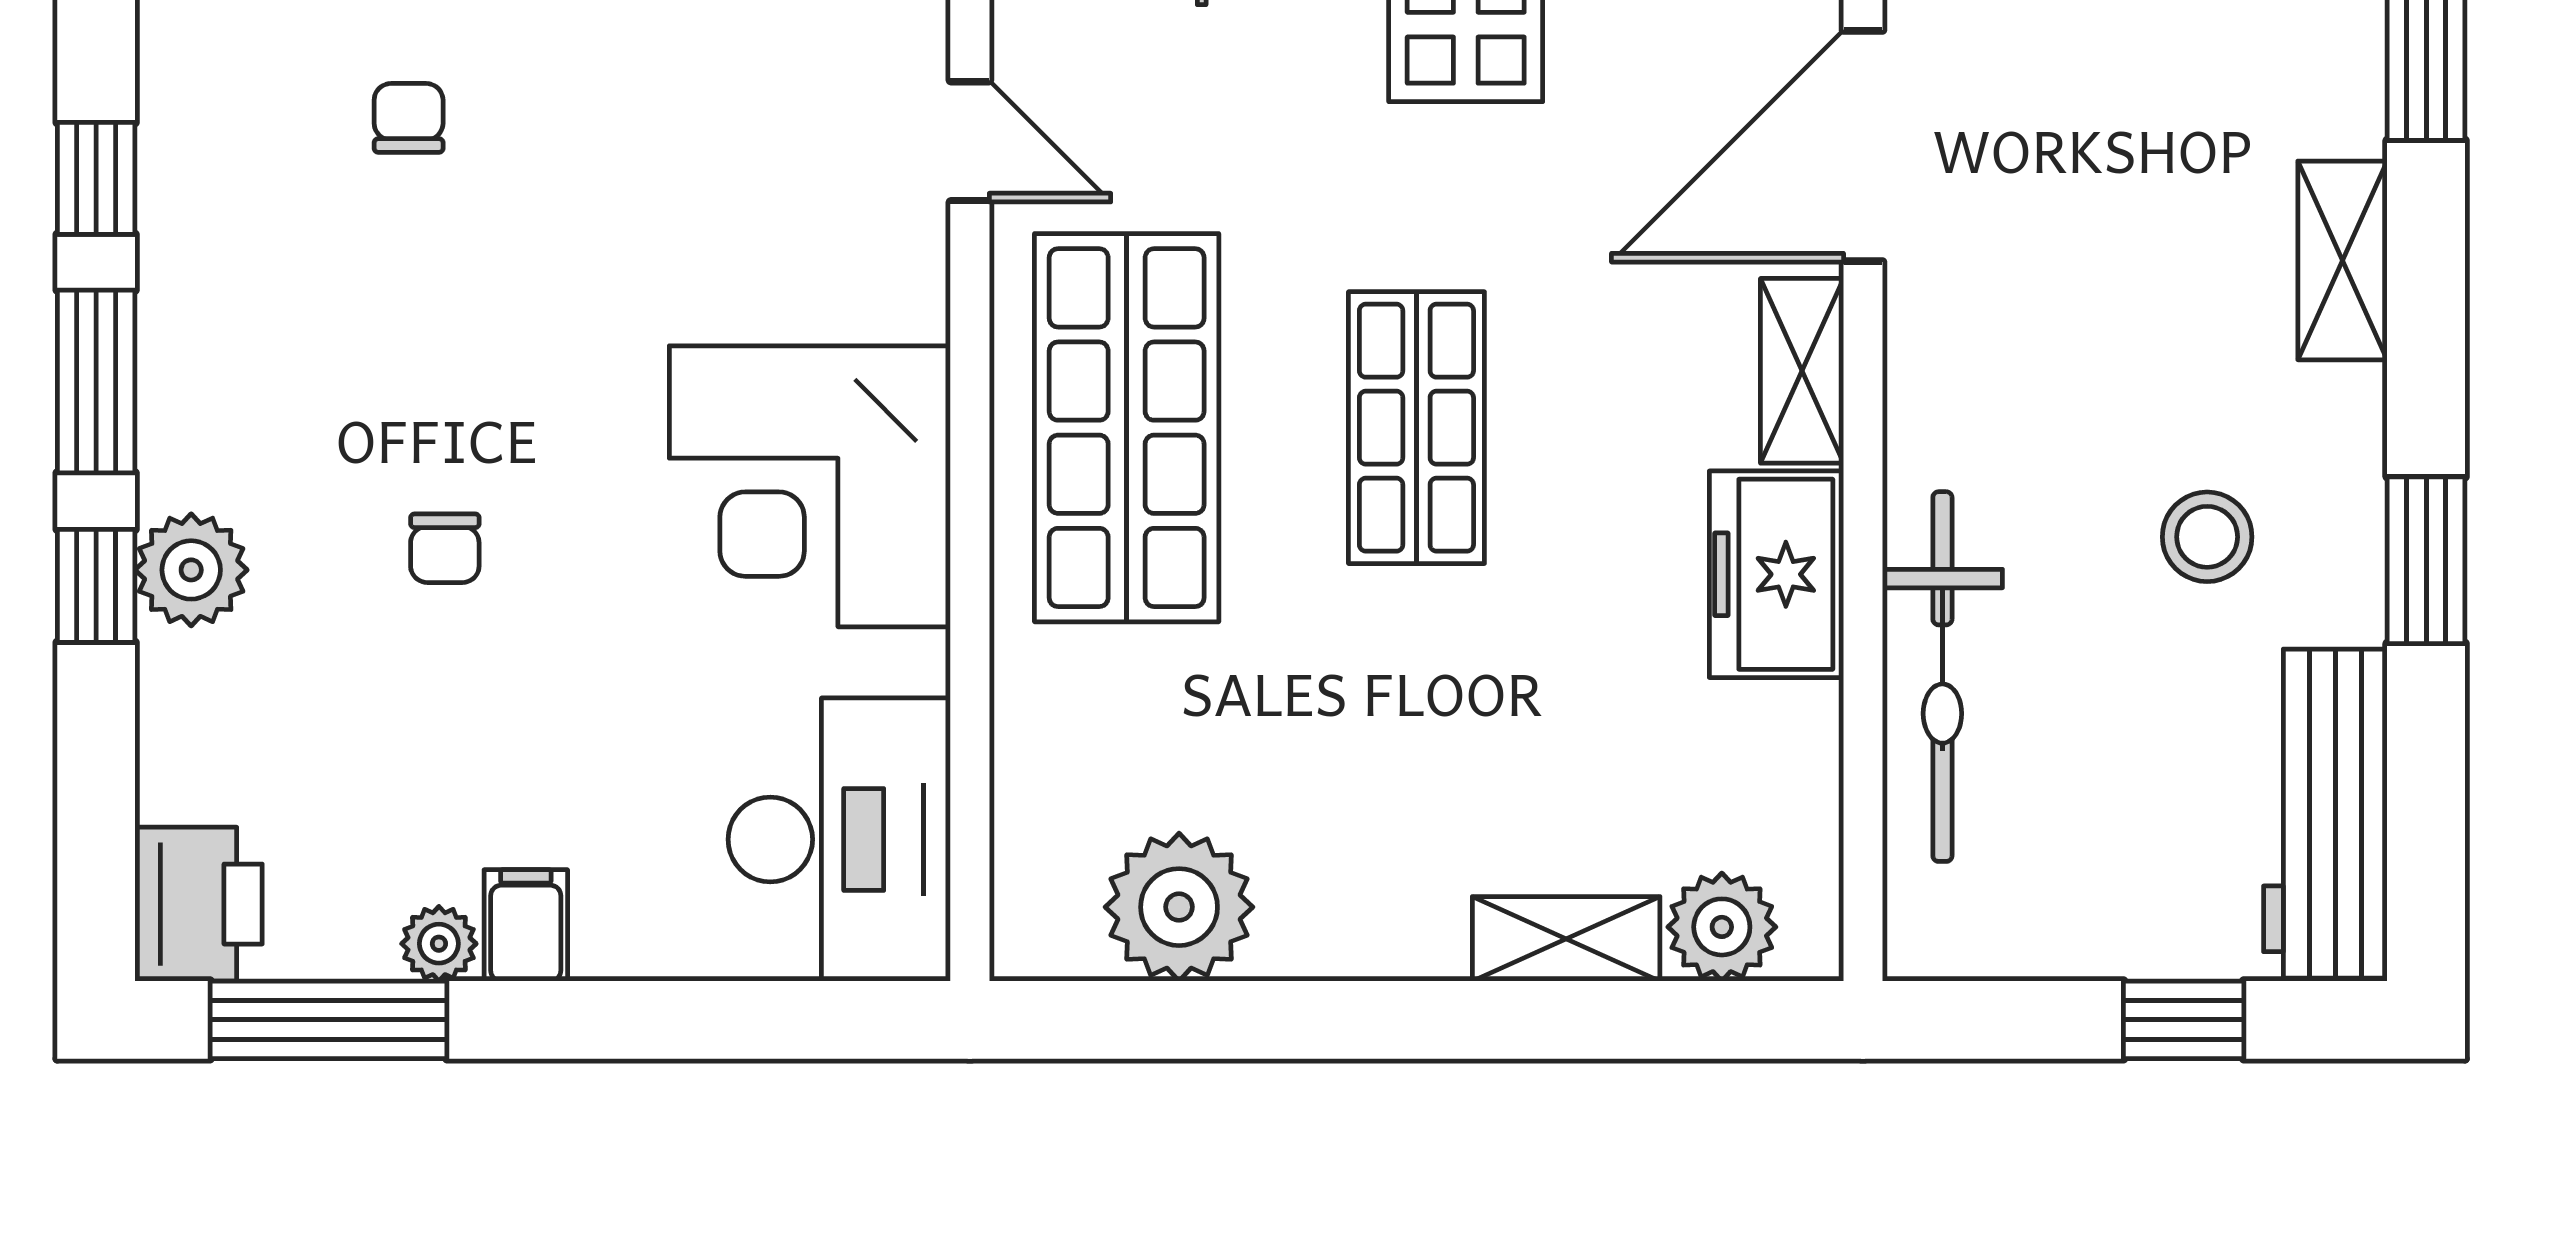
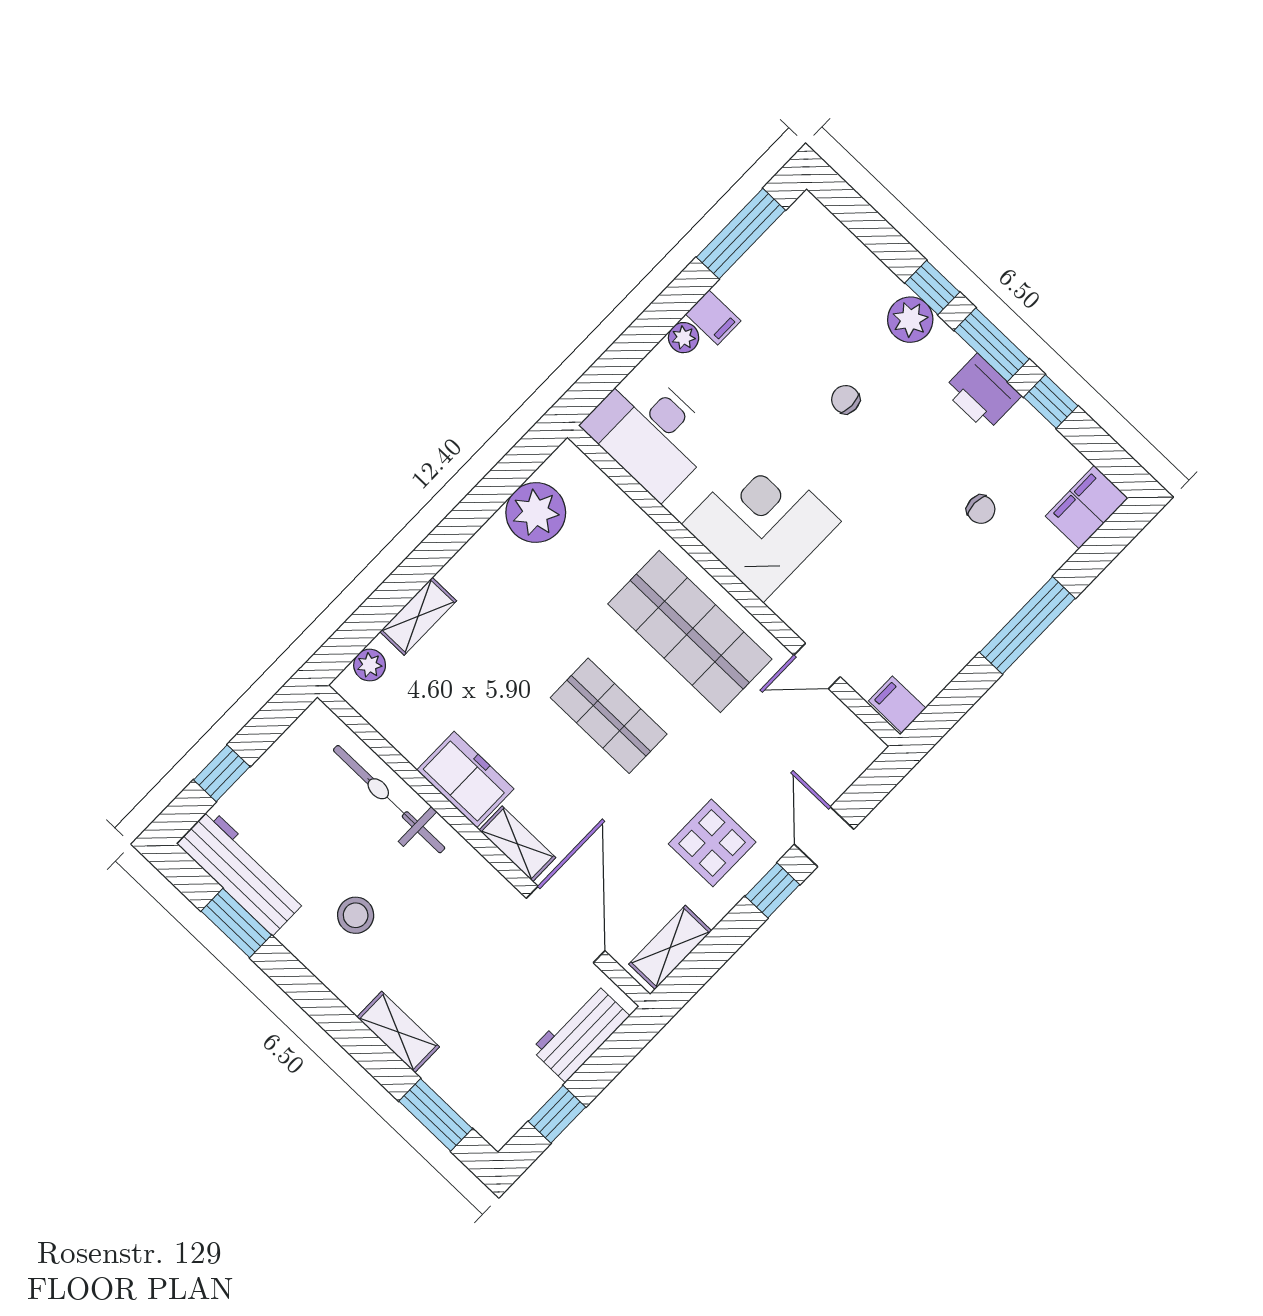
window: (2426, 560) -> (236, 923), moved
printer: (199, 904) -> (982, 393), moved
plant: (1722, 927) -> (370, 665), width x0.73, depth x0.73
plant: (439, 944) -> (684, 338), moved

